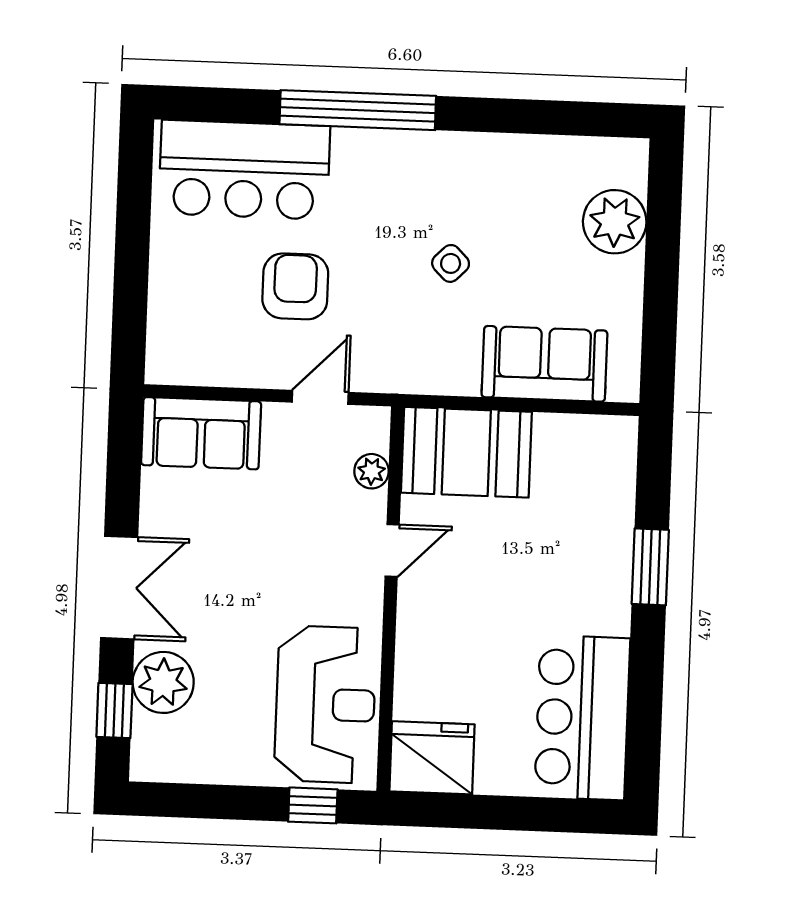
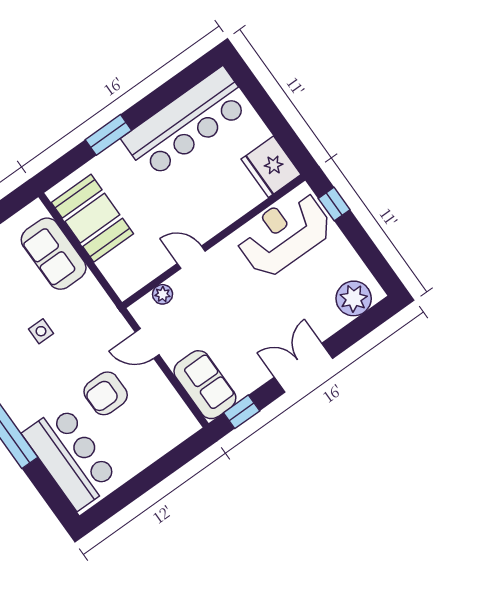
side table: (451, 263) -> (41, 331), turned 45
booth: (466, 452) -> (92, 218), moved
plant: (163, 682) -> (354, 298), moved
window: (114, 710) -> (242, 412), moved
bar counter: (582, 718) -> (187, 123), width x1.36

